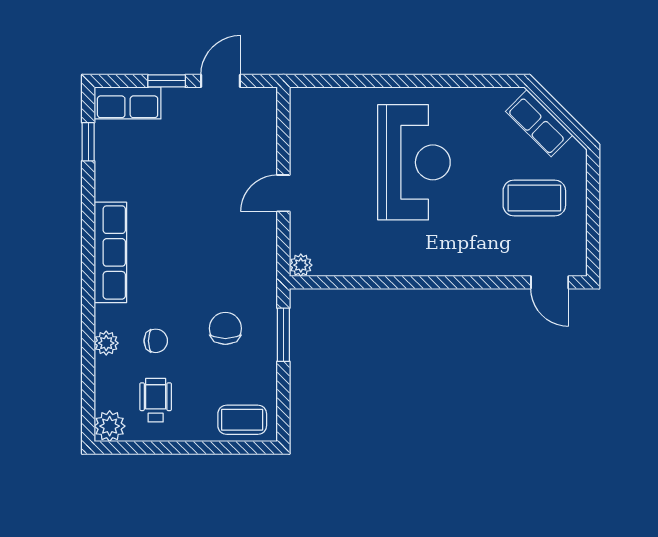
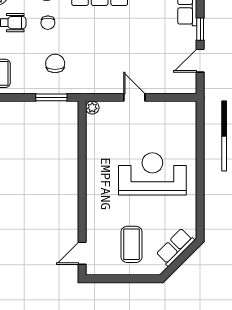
door: (220, 81) -> (200, 61), swing flipped
reception desk: (414, 162) -> (152, 174), turned 180
chair: (225, 328) -> (55, 63), turned -90

